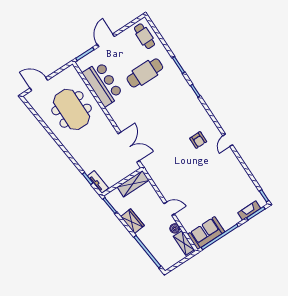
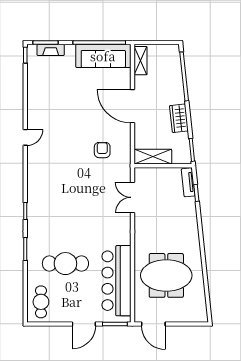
door: (39, 84) -> (153, 324), moved
bar counter: (103, 84) -> (116, 281), width x1.36
meeting table: (72, 109) -> (166, 275), turned 90
armchair: (198, 140) -> (102, 150), moved
double door: (129, 147) -> (132, 197), width x0.73
door: (169, 209) -> (132, 106), width x1.88
boiler: (175, 228) -> (140, 82), removed
sofa: (206, 233) -> (103, 56), width x1.36

